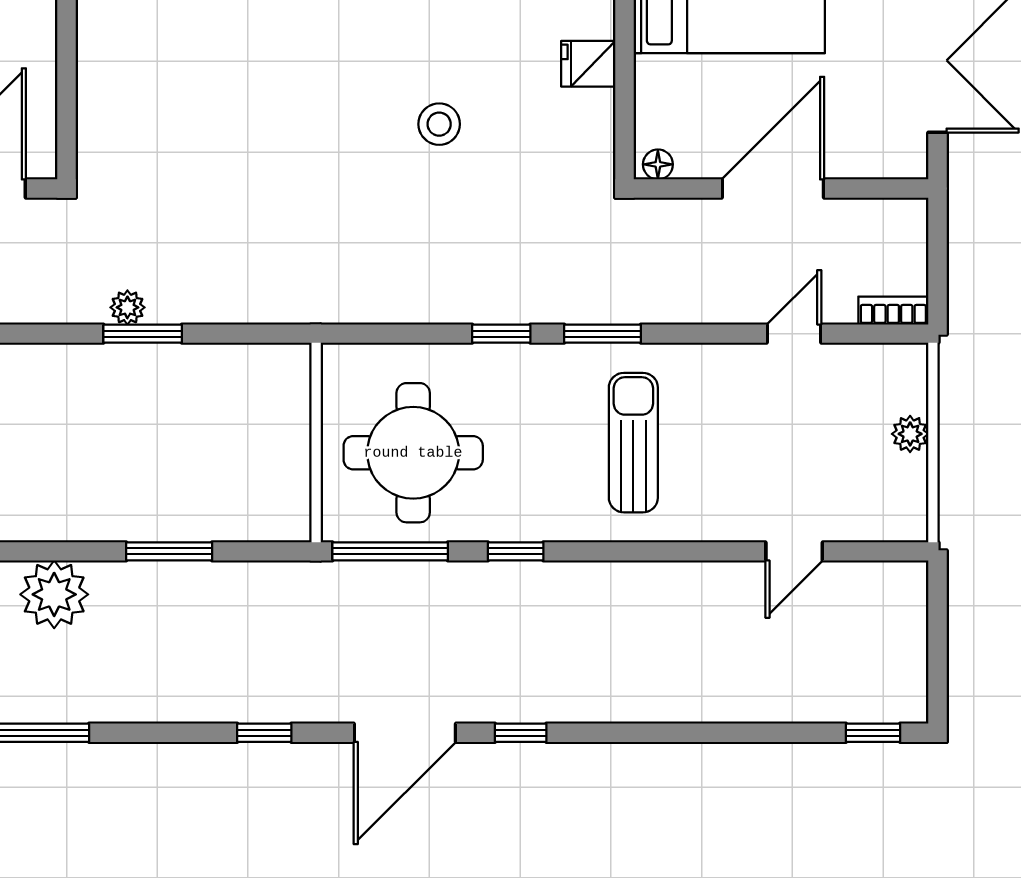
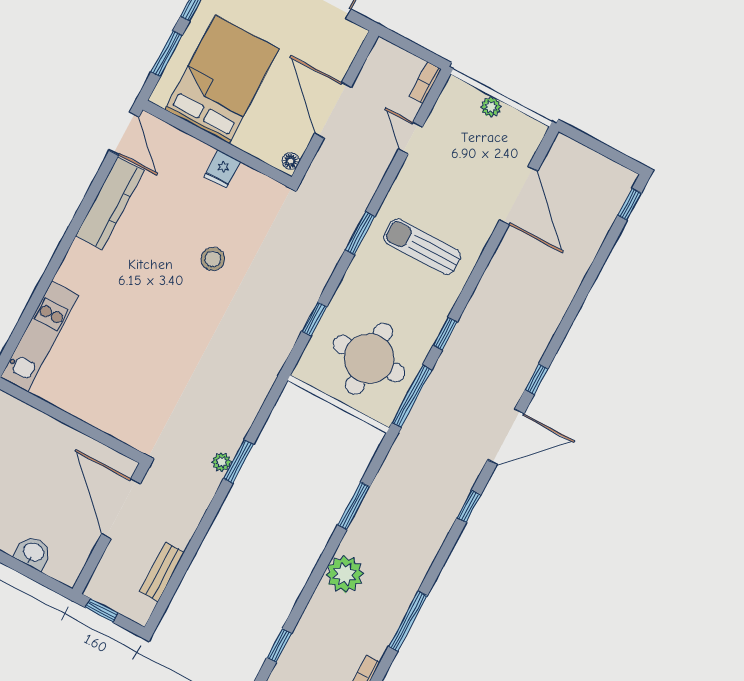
window: (501, 334) -> (314, 319), moved
door: (794, 551) -> (519, 195), width x1.88
door: (405, 733) -> (506, 437), hinge flipped

